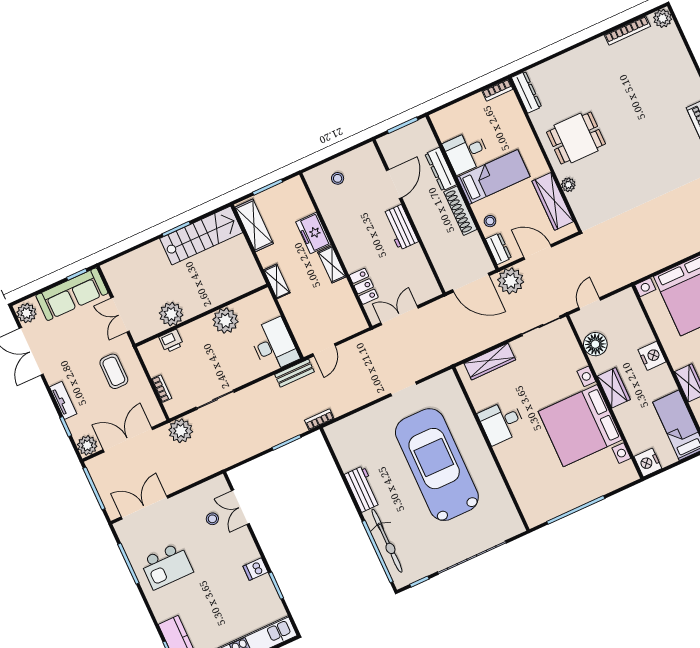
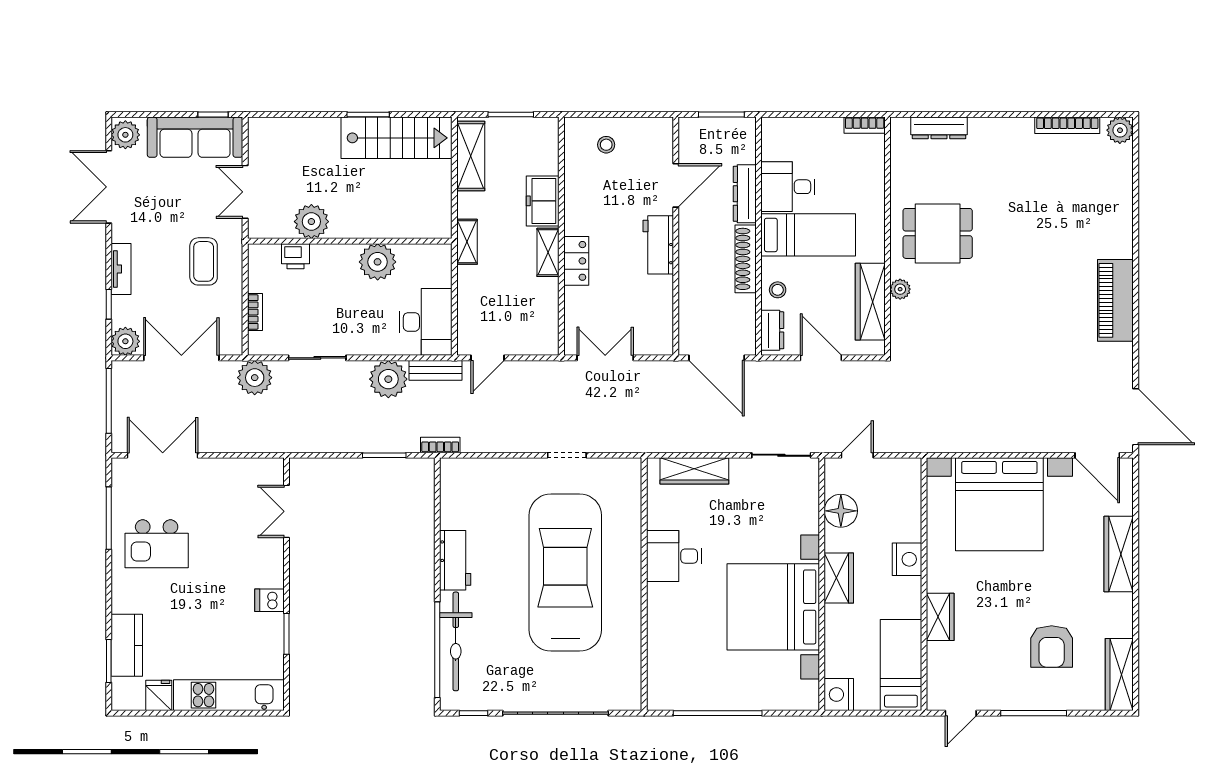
dresser: (527, 92) -> (939, 128), moved, turned 90
plant: (511, 281) -> (388, 379), moved
locker: (364, 286) -> (576, 261), moved
stool: (212, 519) -> (244, 510), removed

